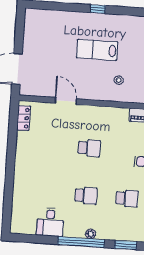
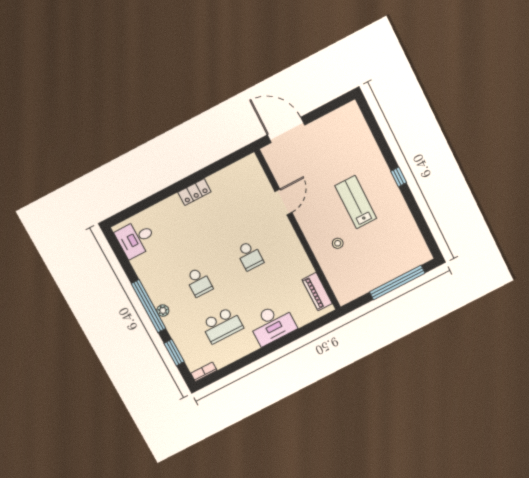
locker: (24, 118) -> (194, 192), moved
school desk: (127, 198) -> (222, 325), width x1.85
desk: (50, 222) -> (136, 239), moved

